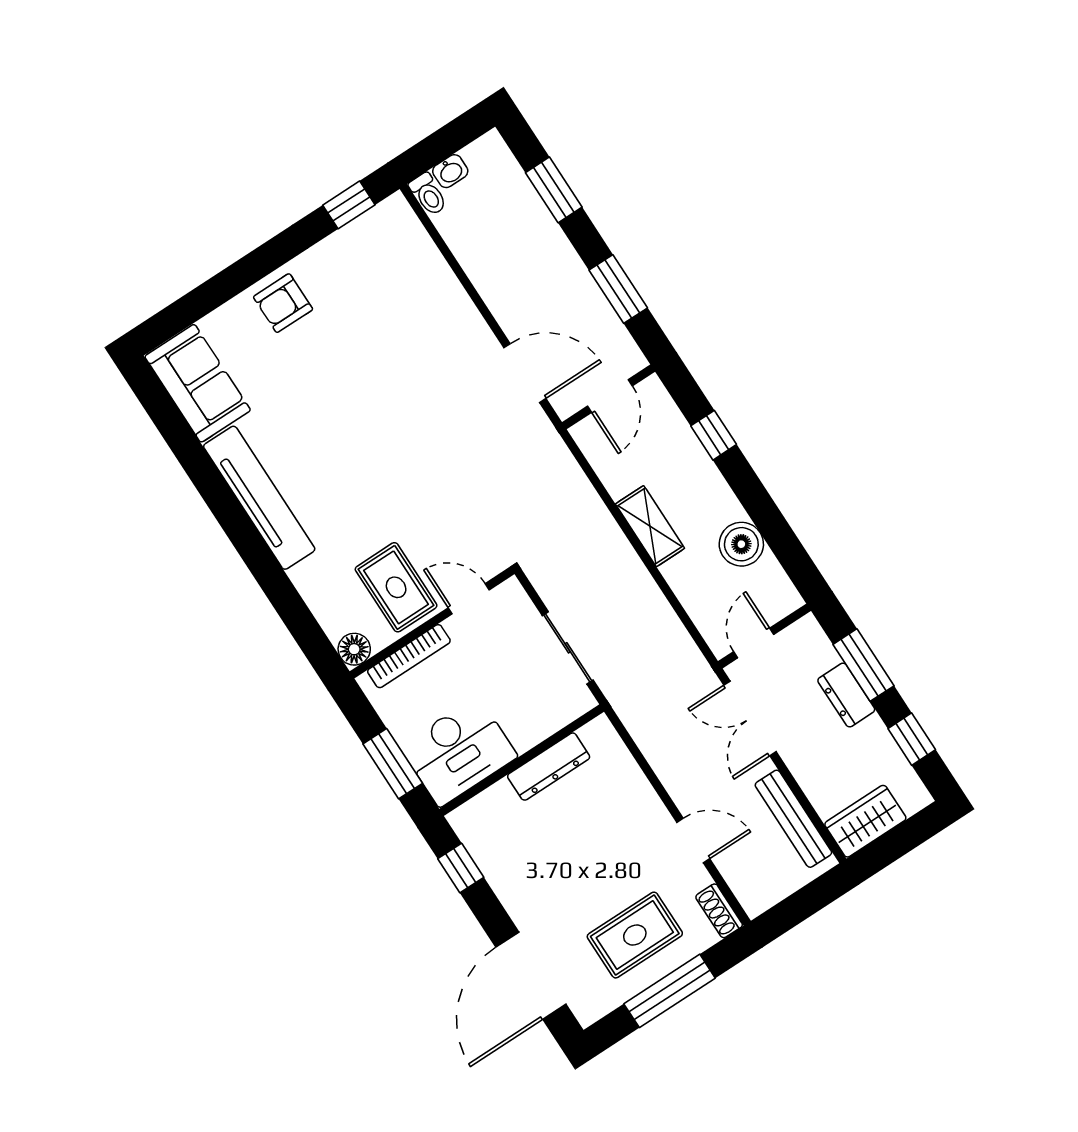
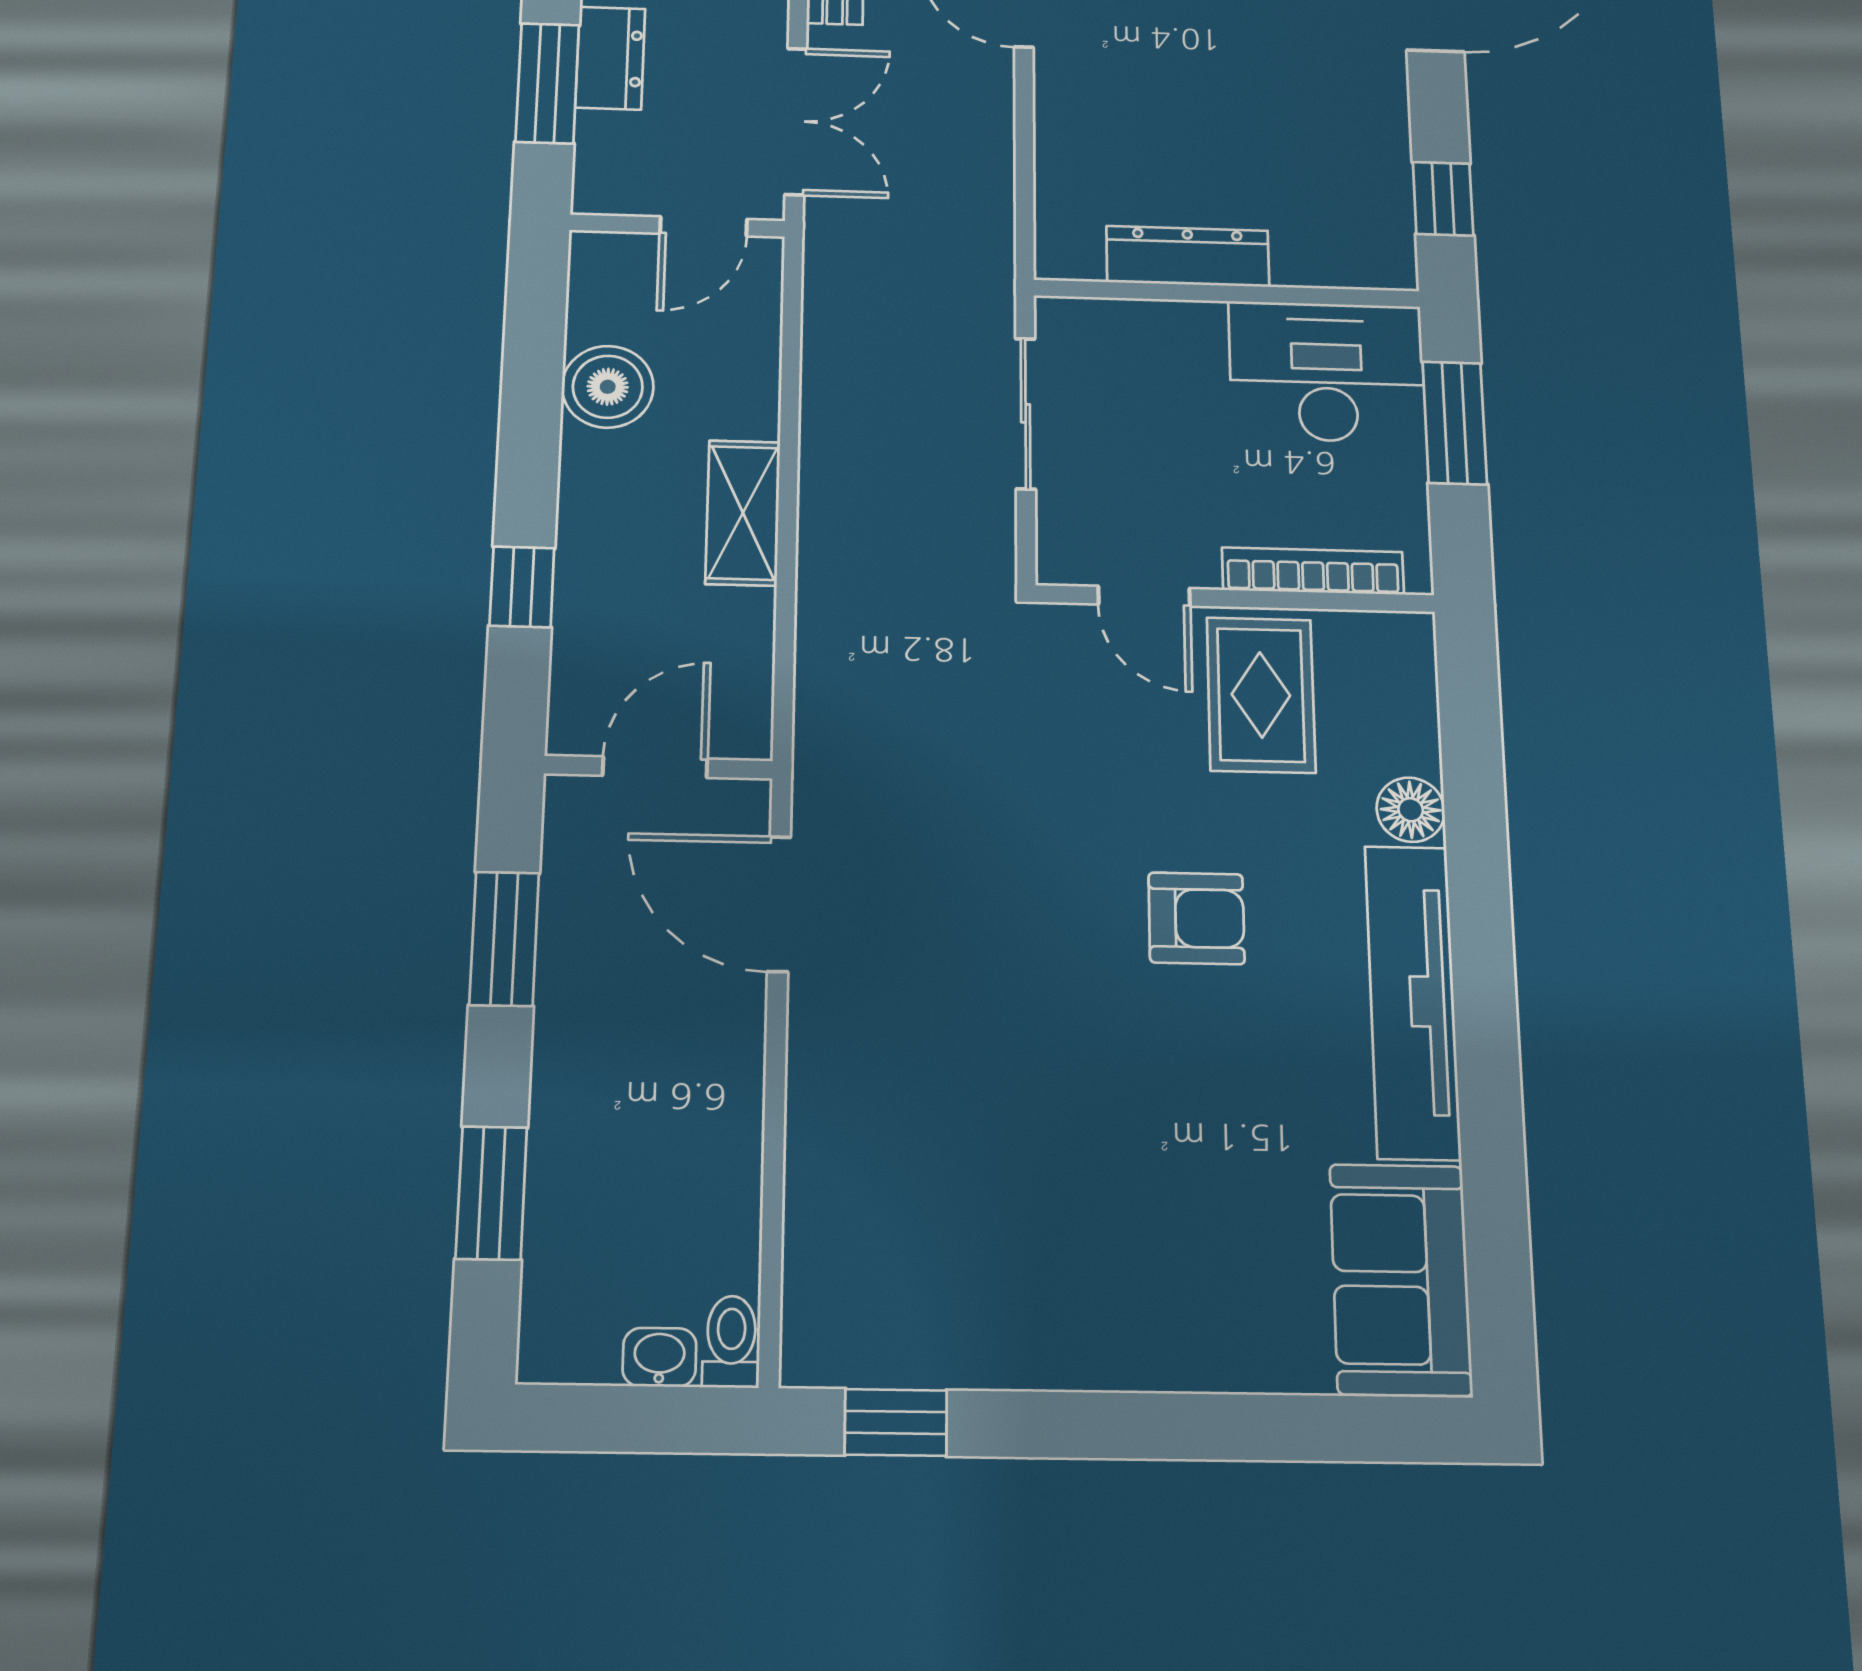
armchair: (283, 303) -> (1196, 918), moved
floor lamp: (354, 649) -> (1411, 810), moved

